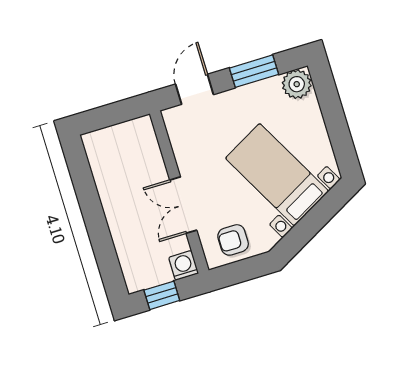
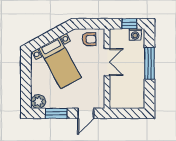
window: (98, 228) -> (149, 63), added
washing machine: (184, 265) -> (135, 34), moved

